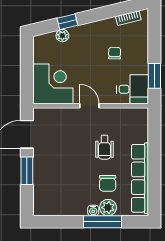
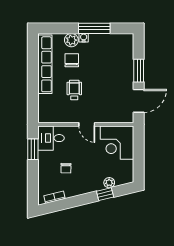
window: (103, 222) -> (94, 28), moved

